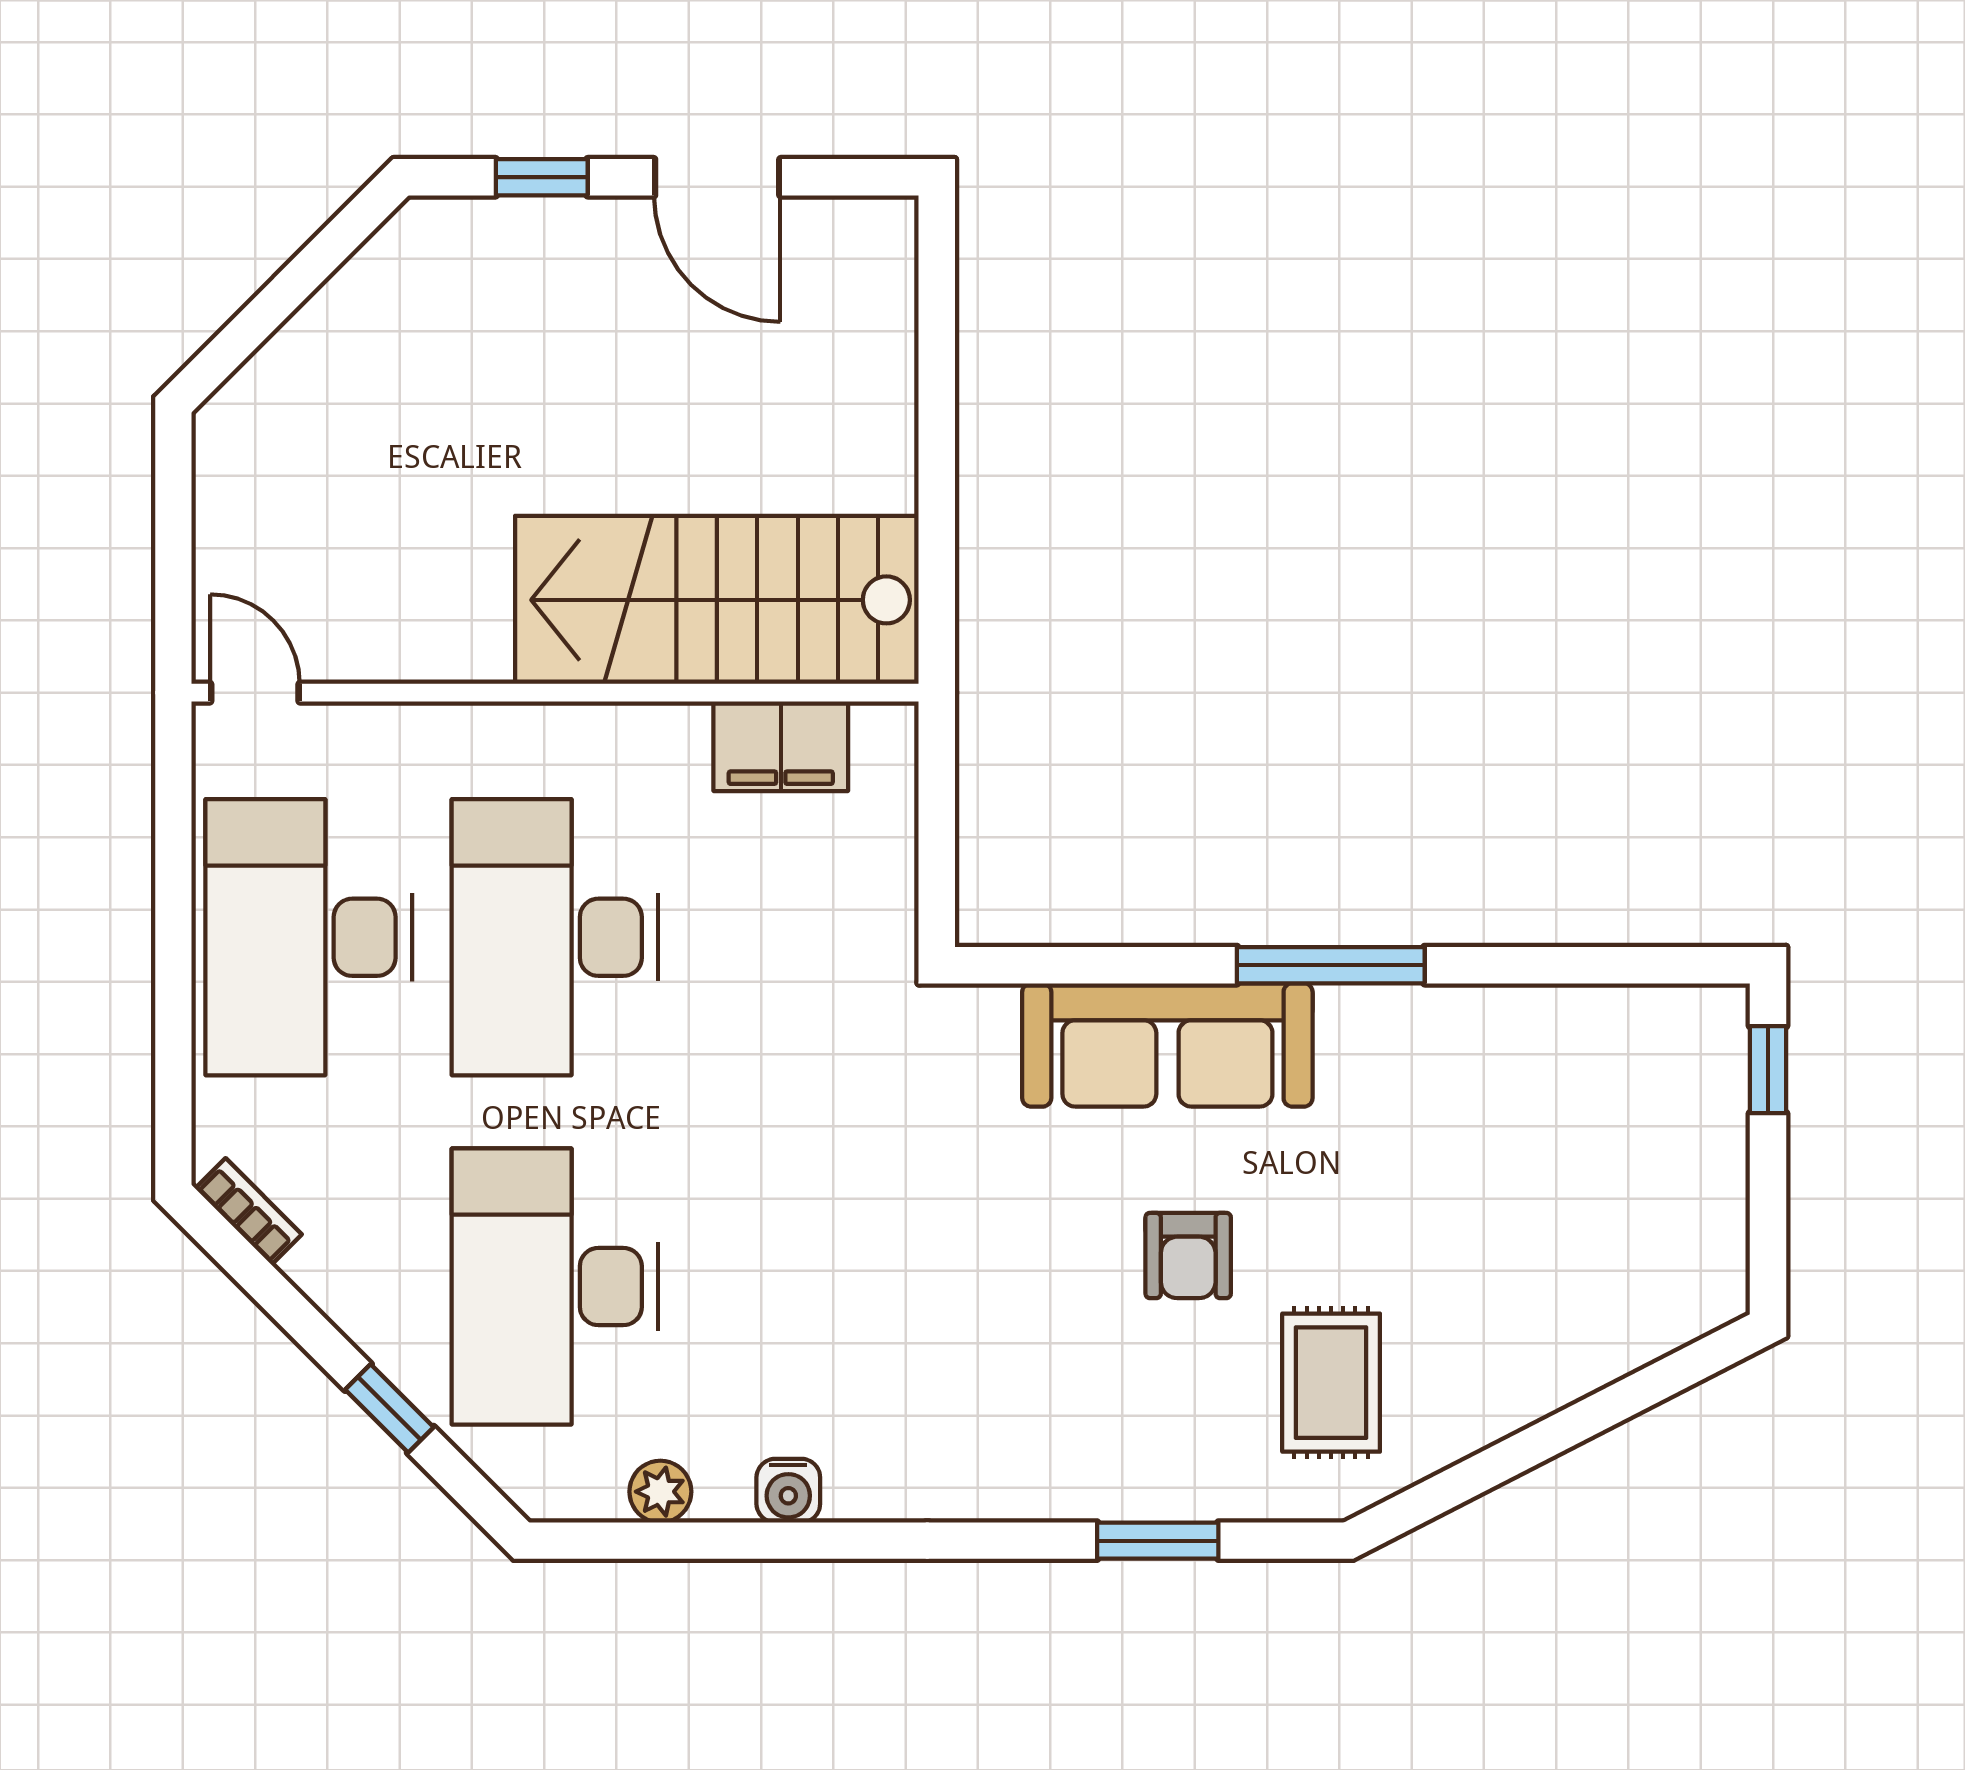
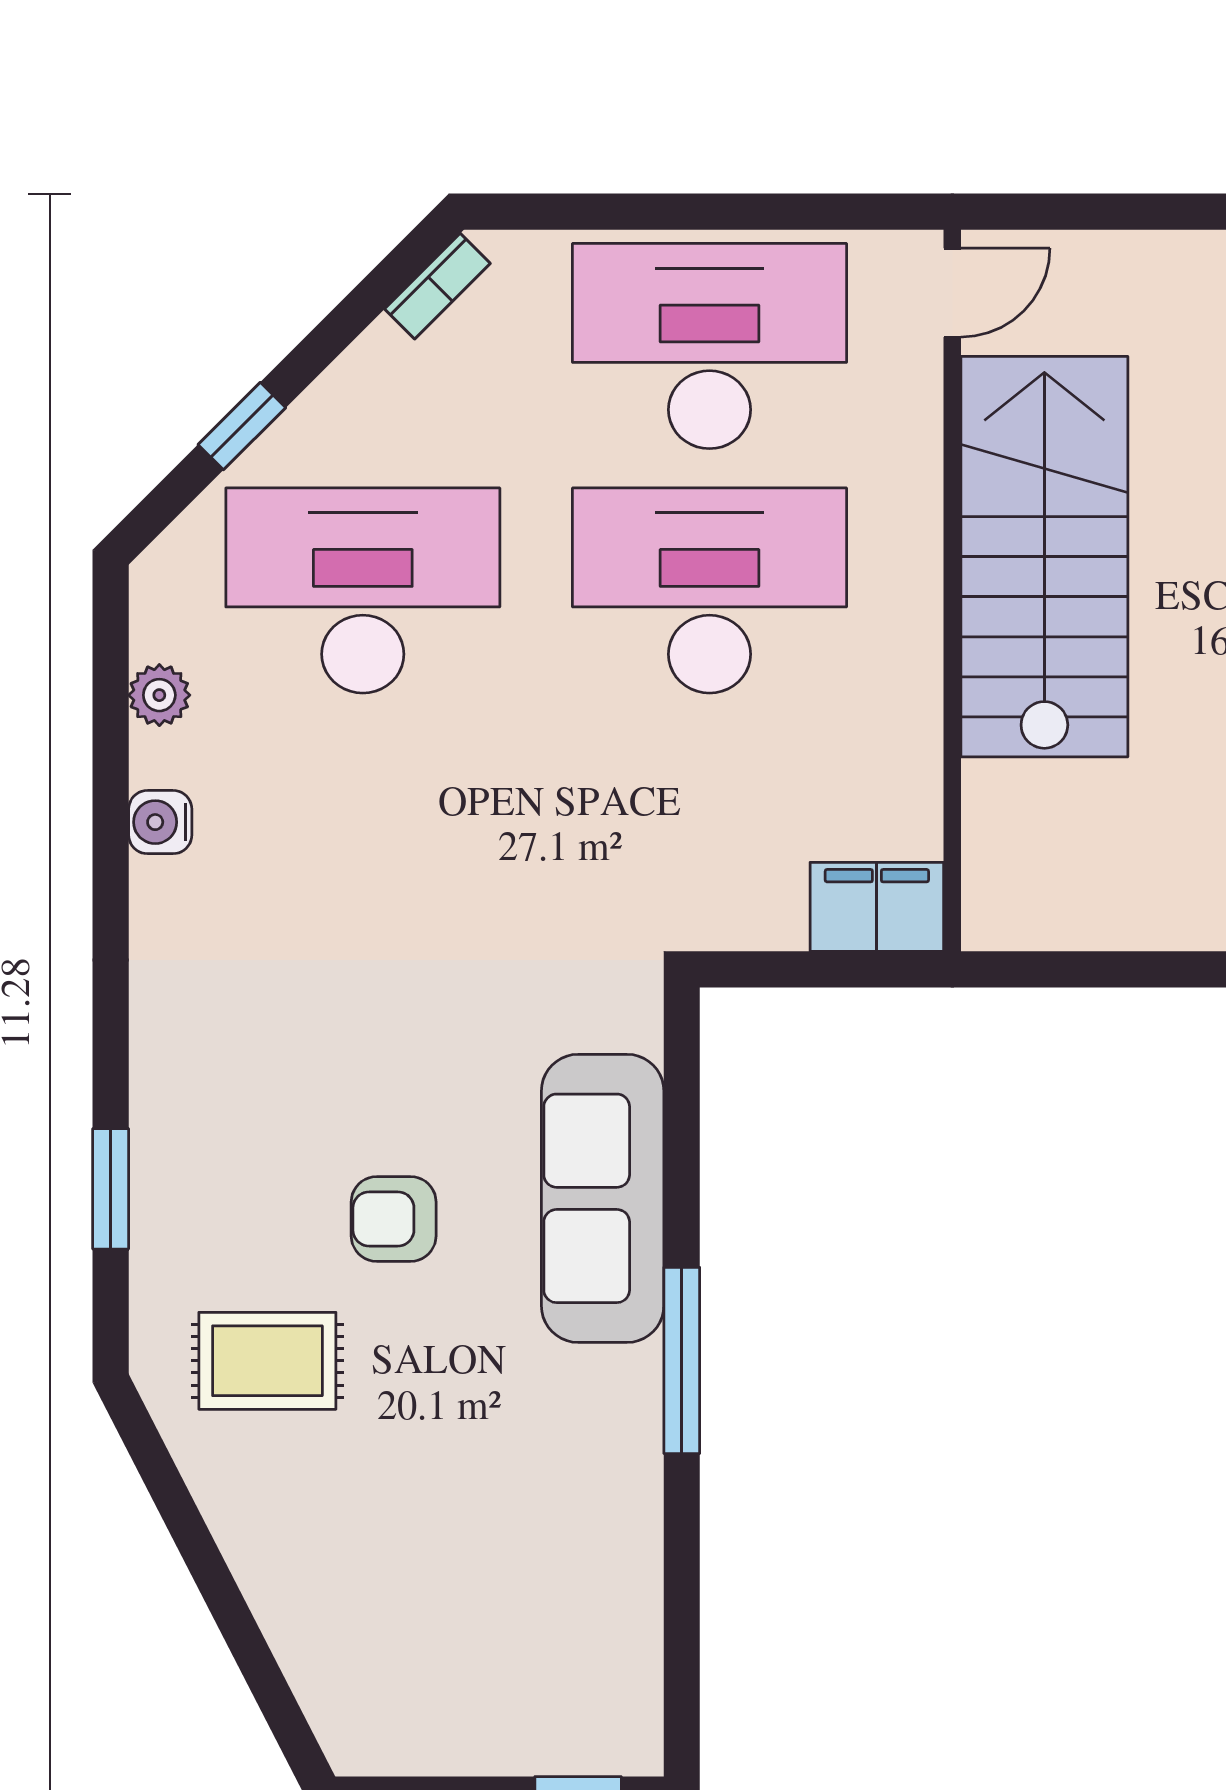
stairs: (717, 600) -> (1044, 557), moved
filing cabinet: (781, 746) -> (877, 907), moved, turned 90

